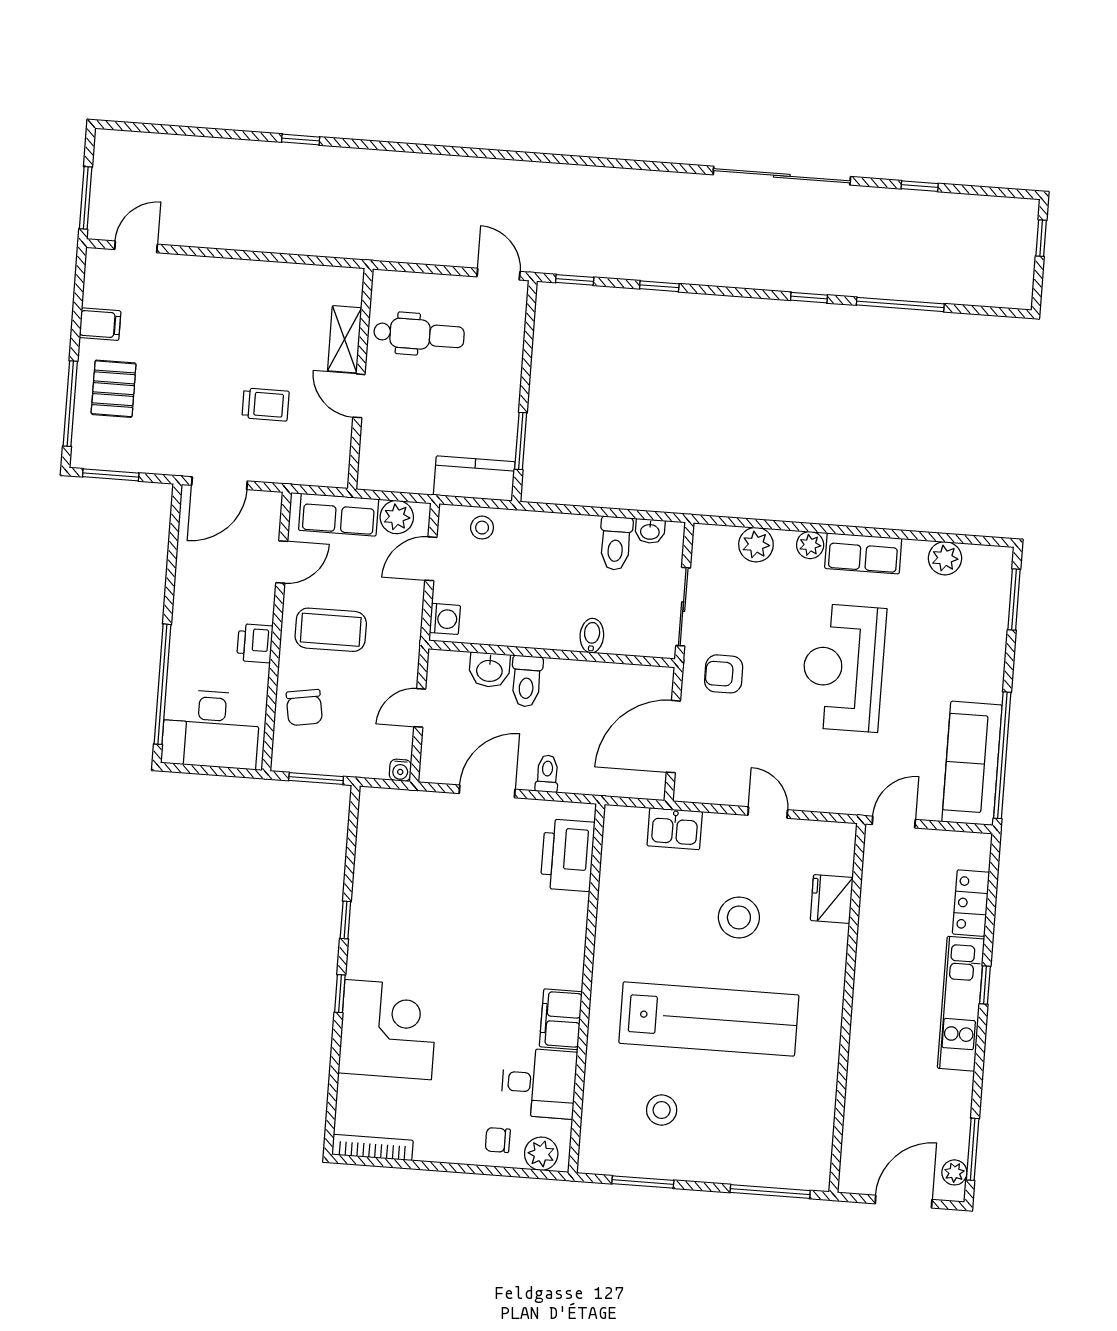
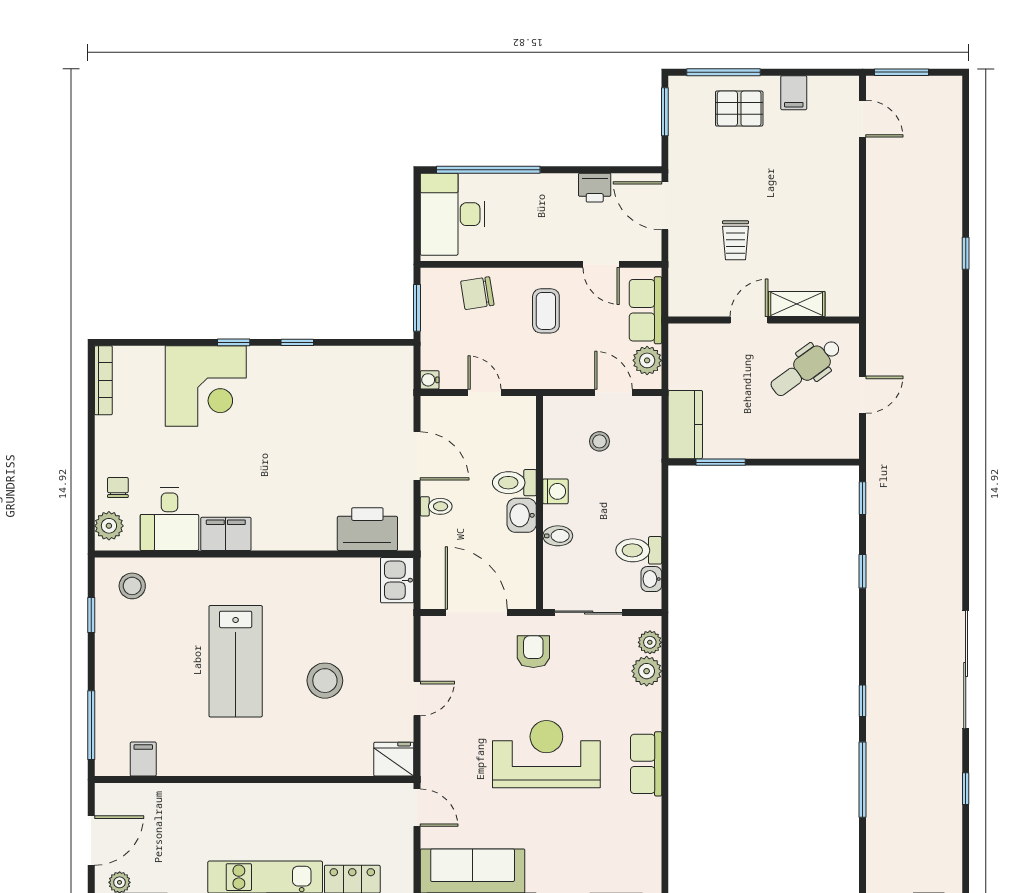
door: (498, 274) -> (863, 395), moved
dental chair: (419, 334) -> (806, 368), turned 54
stool: (482, 528) -> (600, 441), moved
plant: (810, 545) -> (650, 642), moved
plant: (945, 558) -> (647, 835), removed
washing machine: (445, 619) -> (555, 491), moved, turned -90
coffee table: (331, 630) -> (546, 311), width x0.73, depth x0.77
printer: (255, 643) -> (595, 188), moved, turned 180
washbasin: (489, 670) -> (522, 515), moved
kitchen sink: (675, 829) -> (397, 580), moved
fridge: (832, 899) -> (394, 759), moved
lab bench: (709, 1019) -> (236, 661), width x0.73
stool: (662, 1110) -> (132, 586), moved
filing cabinet: (814, 1134) -> (143, 759), added
window: (643, 1182) -> (91, 615), width x0.67
door: (904, 1202) -> (91, 841), hinge flipped

